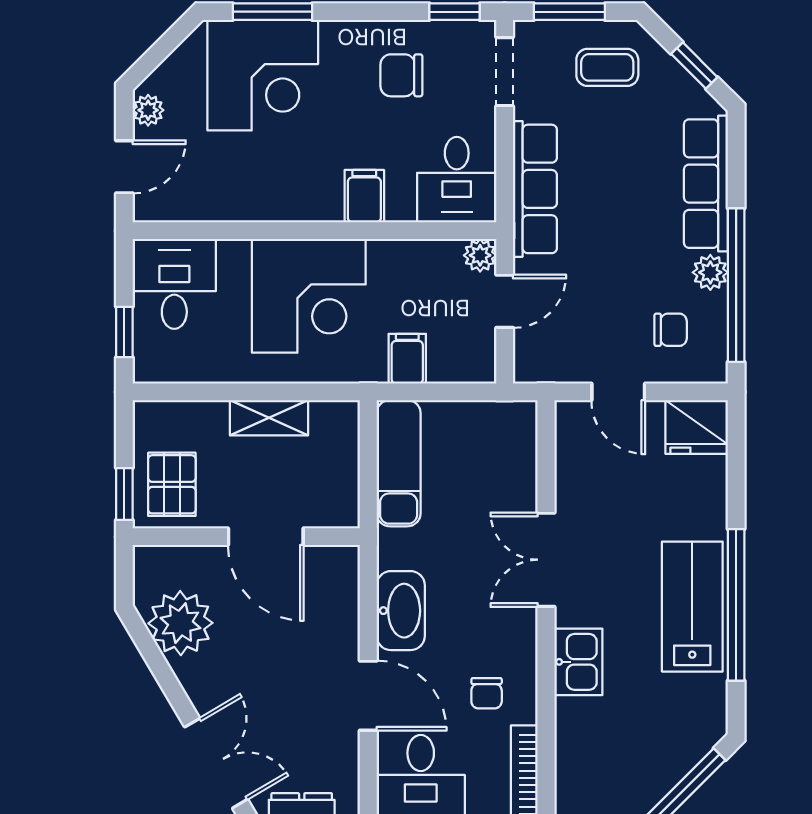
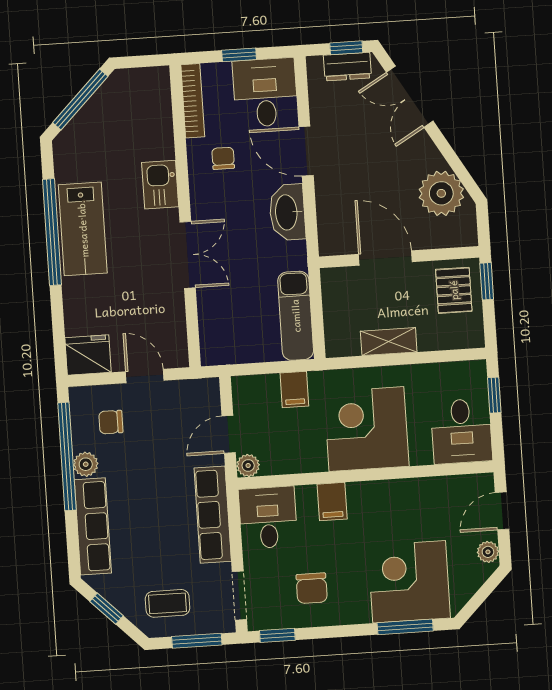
chair: (401, 75) -> (312, 588), turned 90

